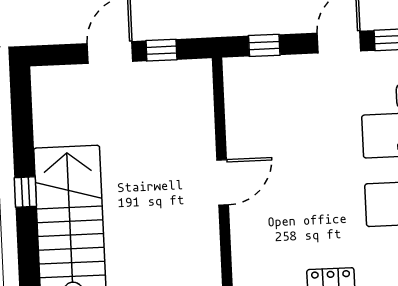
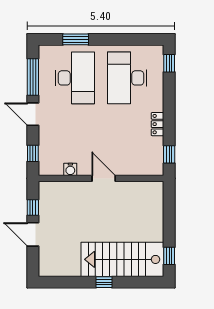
water cooler: (237, 118) -> (70, 169), added

